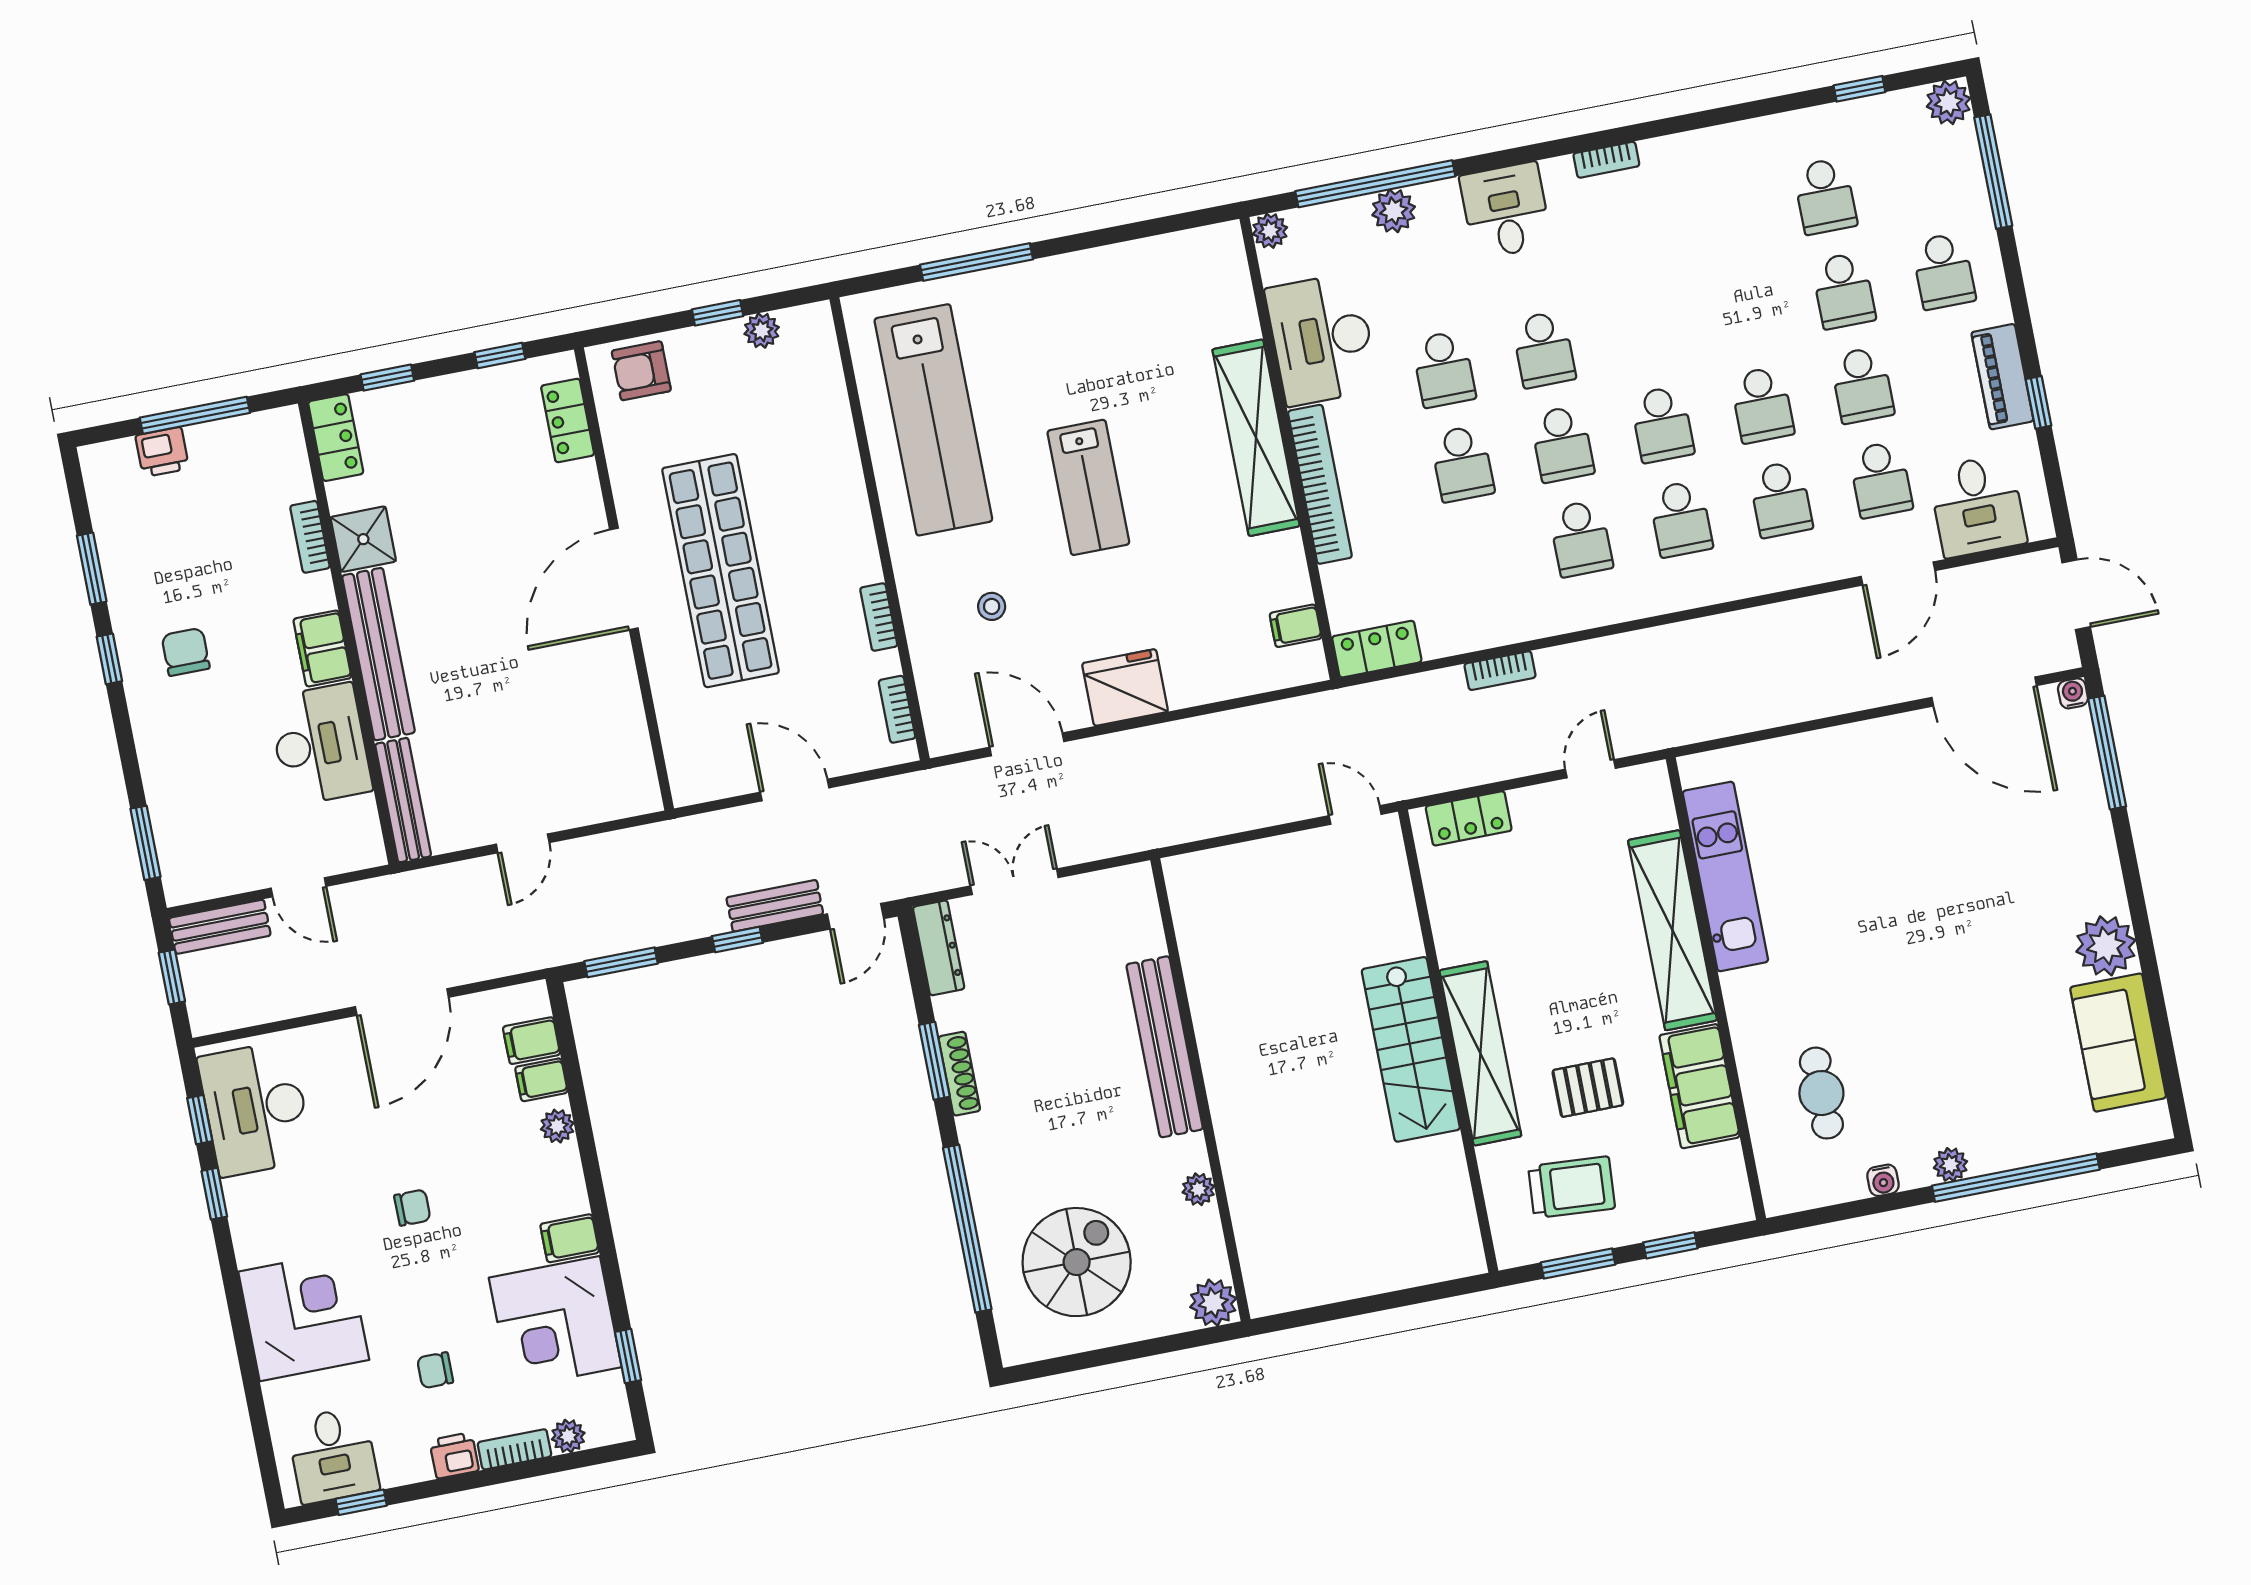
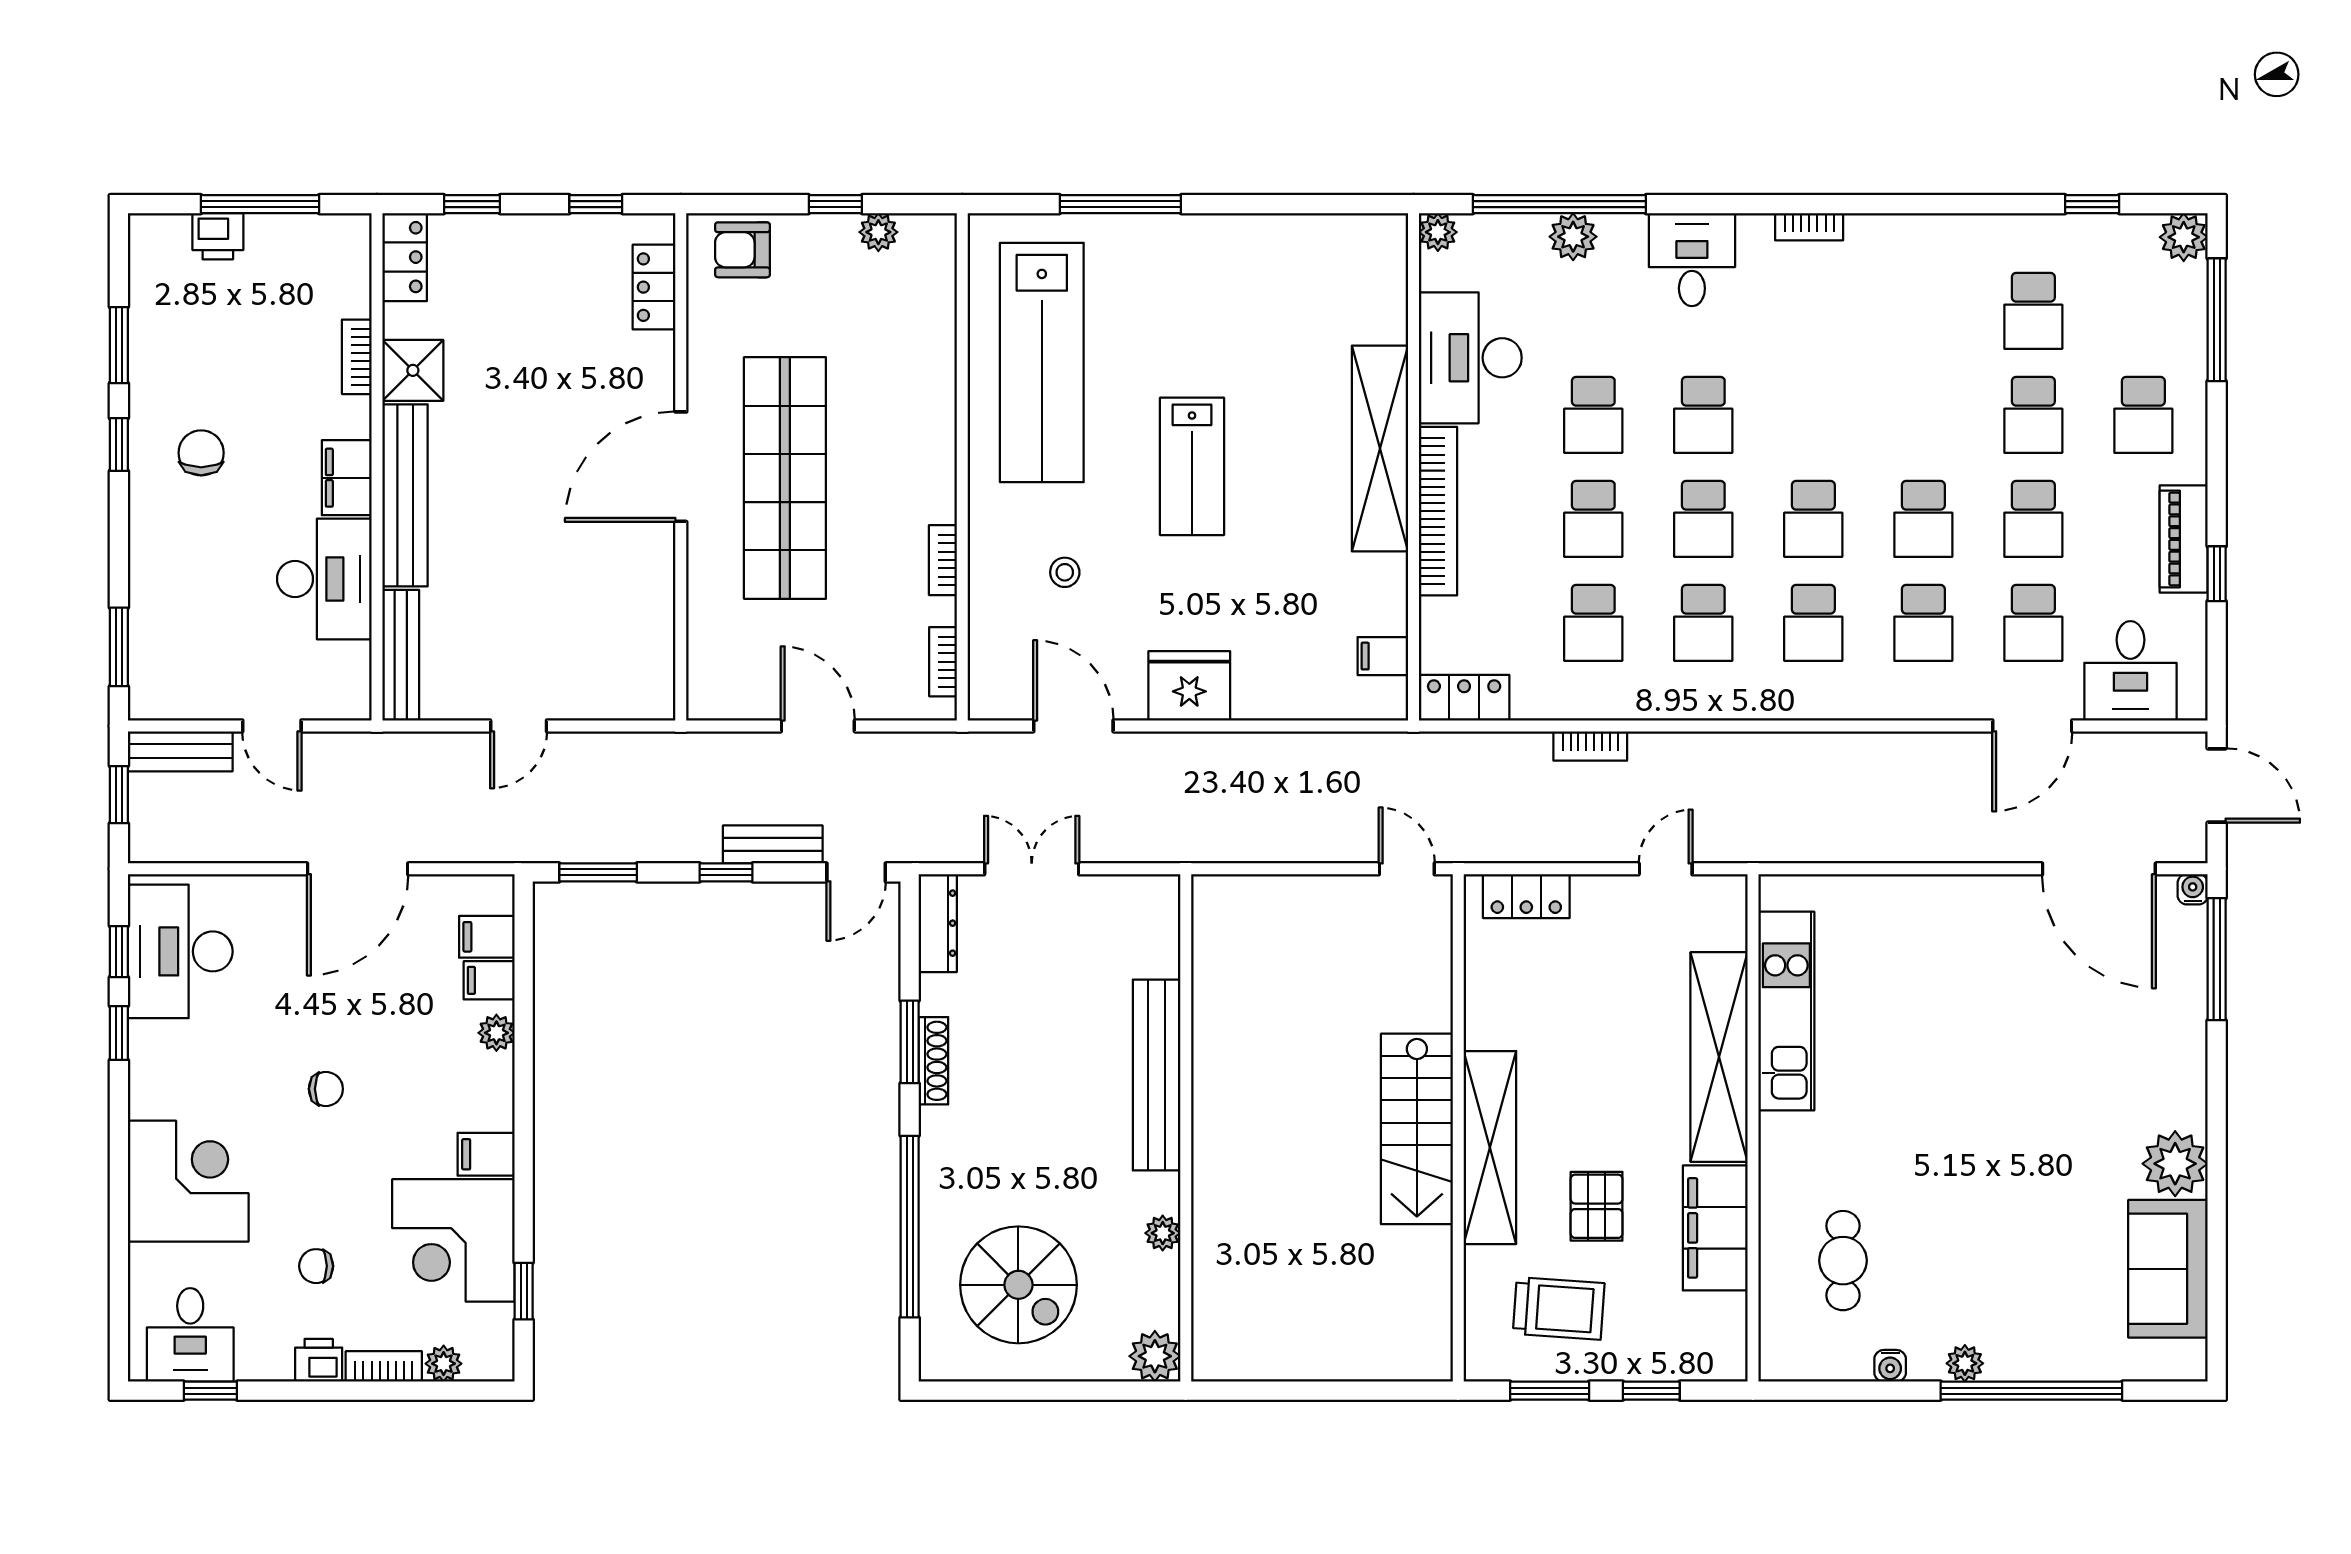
school desk: (1481, 558) -> (1593, 623), added
pallet: (1588, 1088) -> (1597, 1206), turned 90
spiral stairs: (1077, 1262) -> (1018, 1285), turned 90

